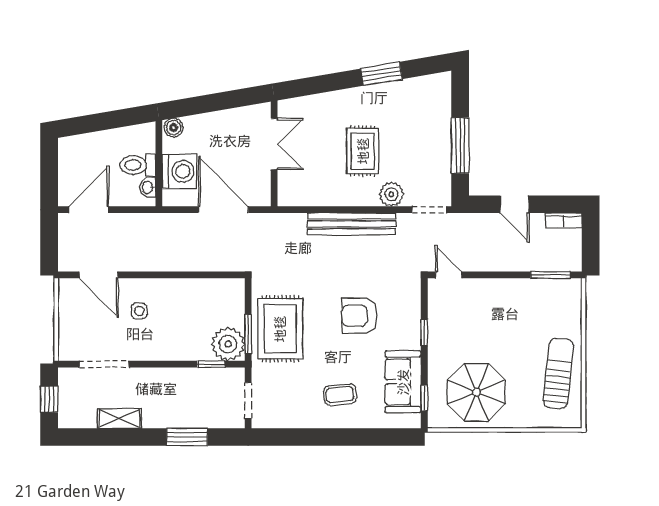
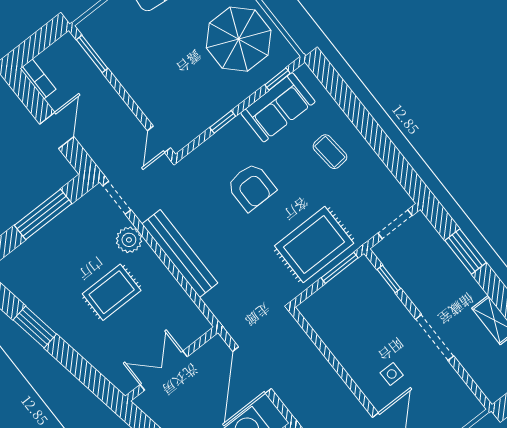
plant: (228, 344) -> (361, 278), removed
doorway: (104, 364) -> (435, 337), moved

